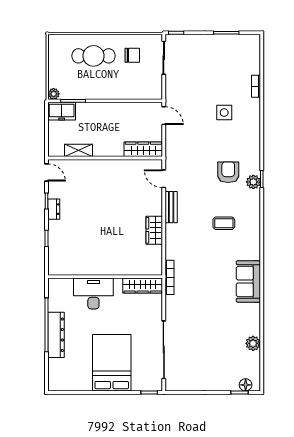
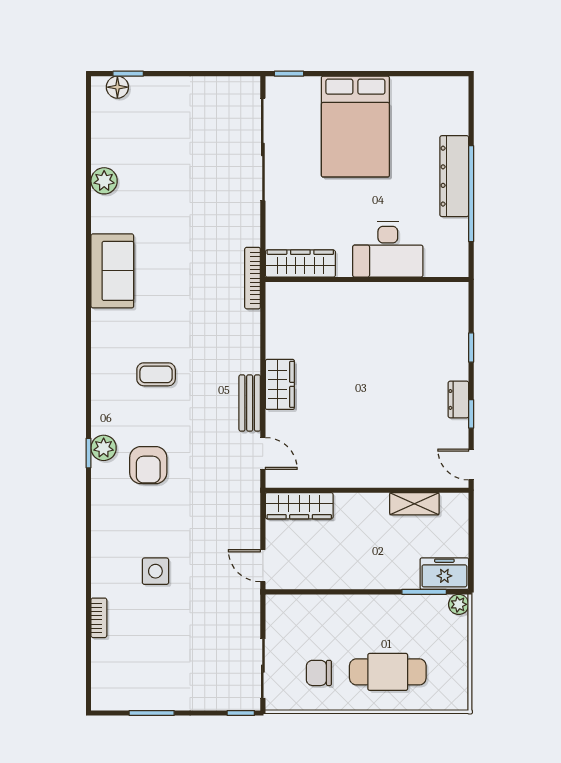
wardrobe: (154, 230) -> (280, 384), moved
plant: (253, 343) -> (104, 181), moved

